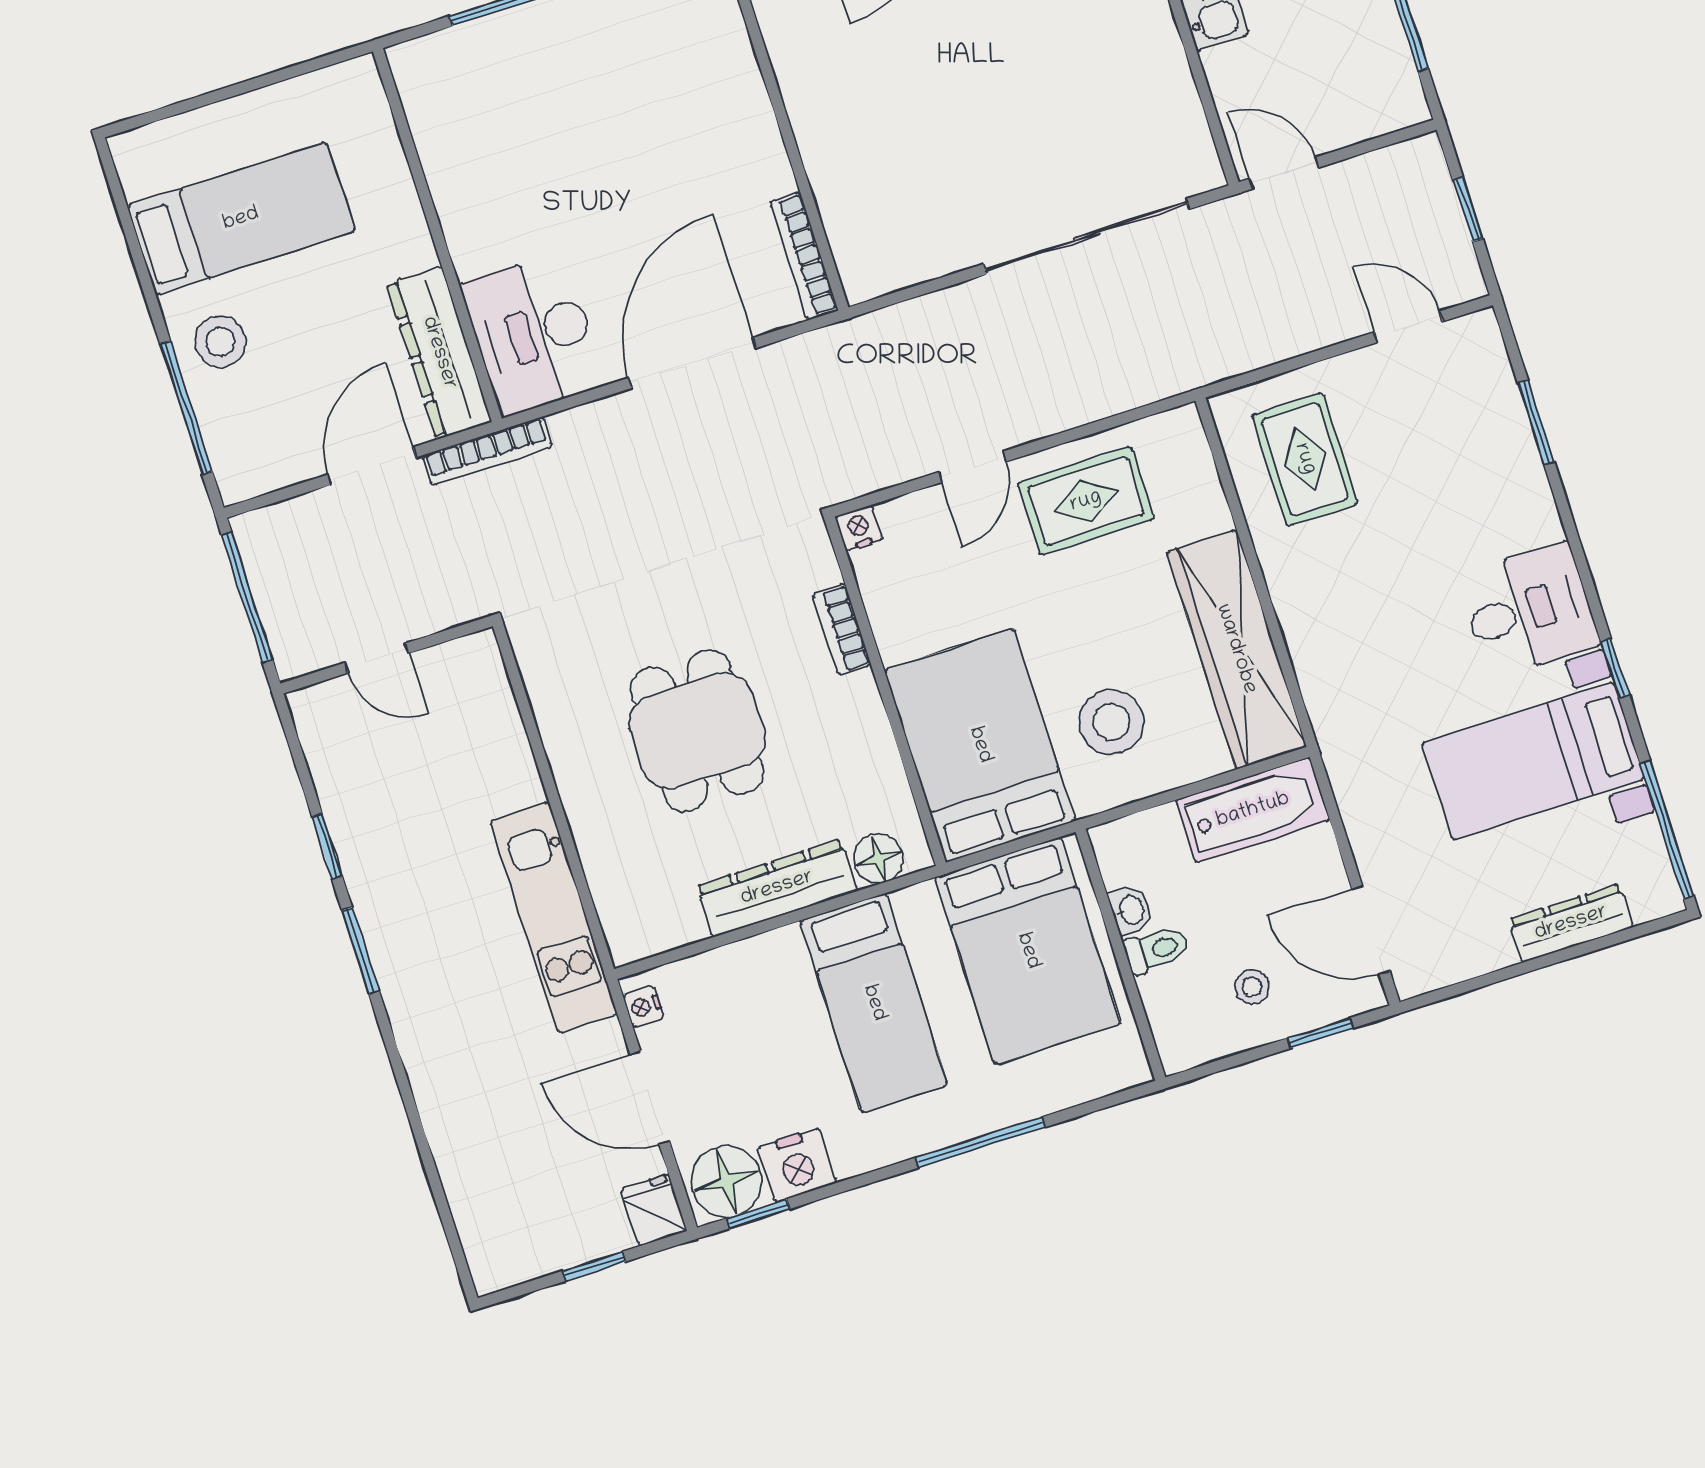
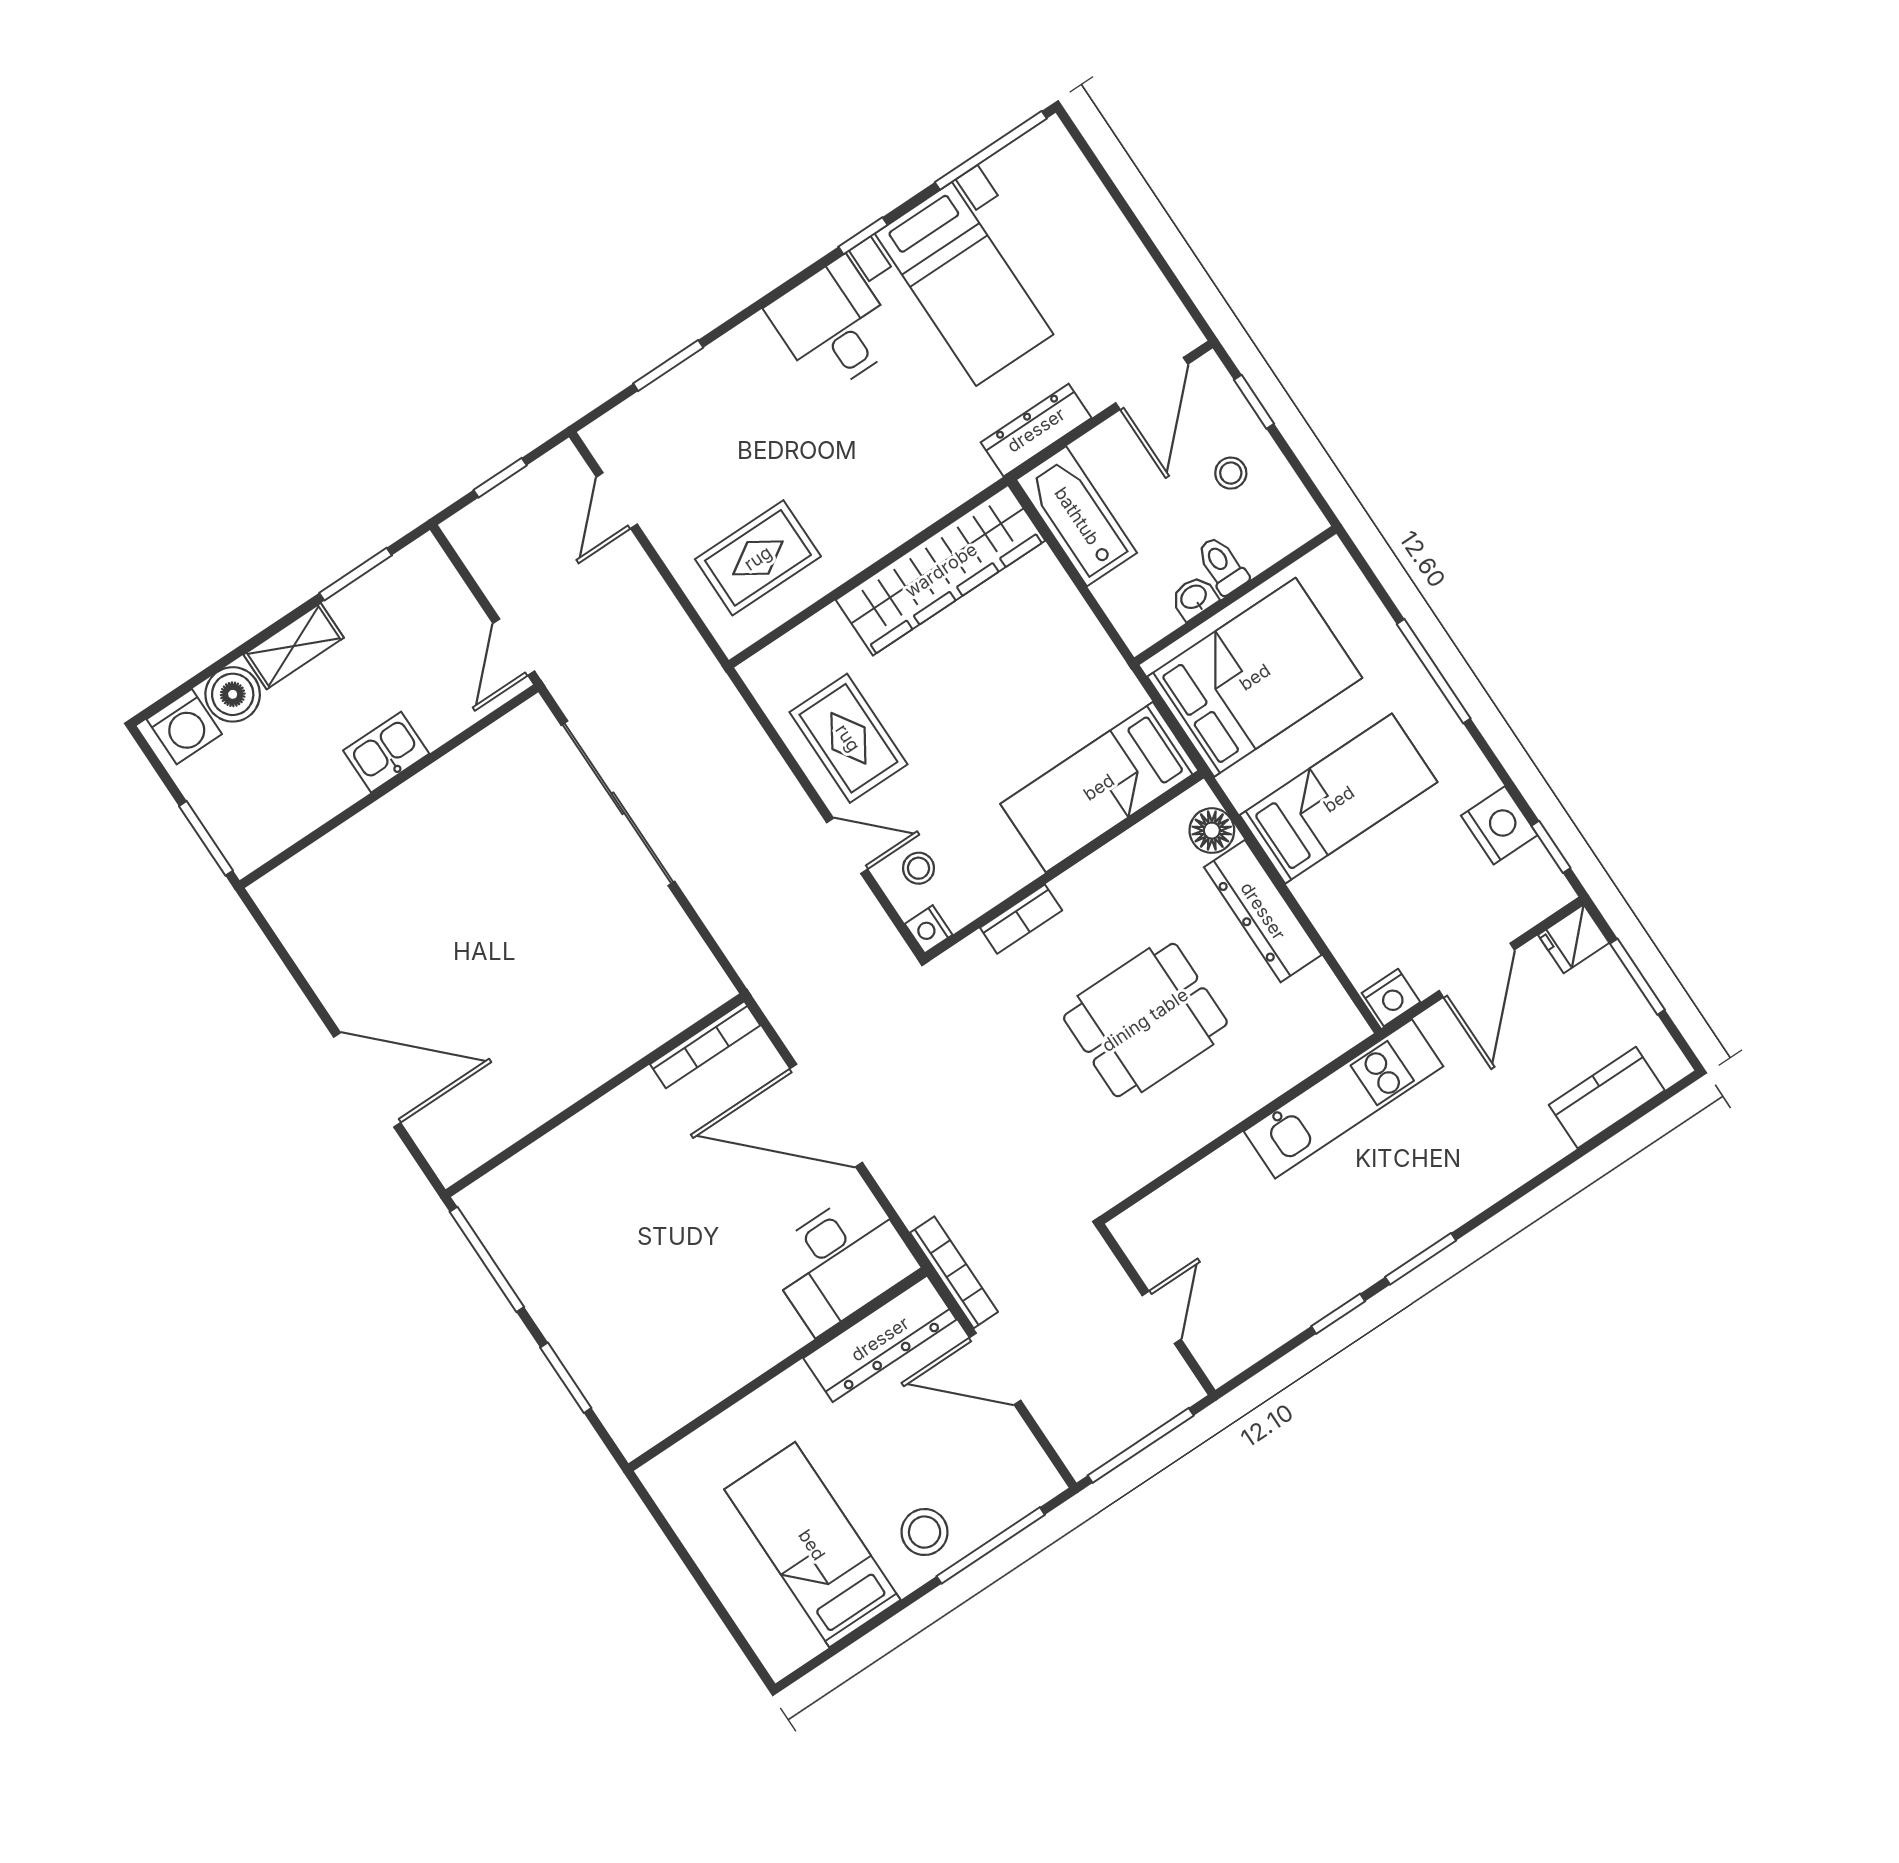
stool: (1111, 722) -> (919, 868), moved, width x0.53, depth x0.53
bed: (980, 745) -> (1099, 787), width x0.67
dresser: (1571, 923) -> (1036, 430), moved, turned 90
nightstand: (643, 1007) -> (1391, 998), width x1.39, depth x1.35
floor lamp: (726, 1181) -> (1531, 883), removed
kitchen counter: (475, 1197) -> (1607, 1098), added
window: (594, 1266) -> (1637, 977), width x1.50

